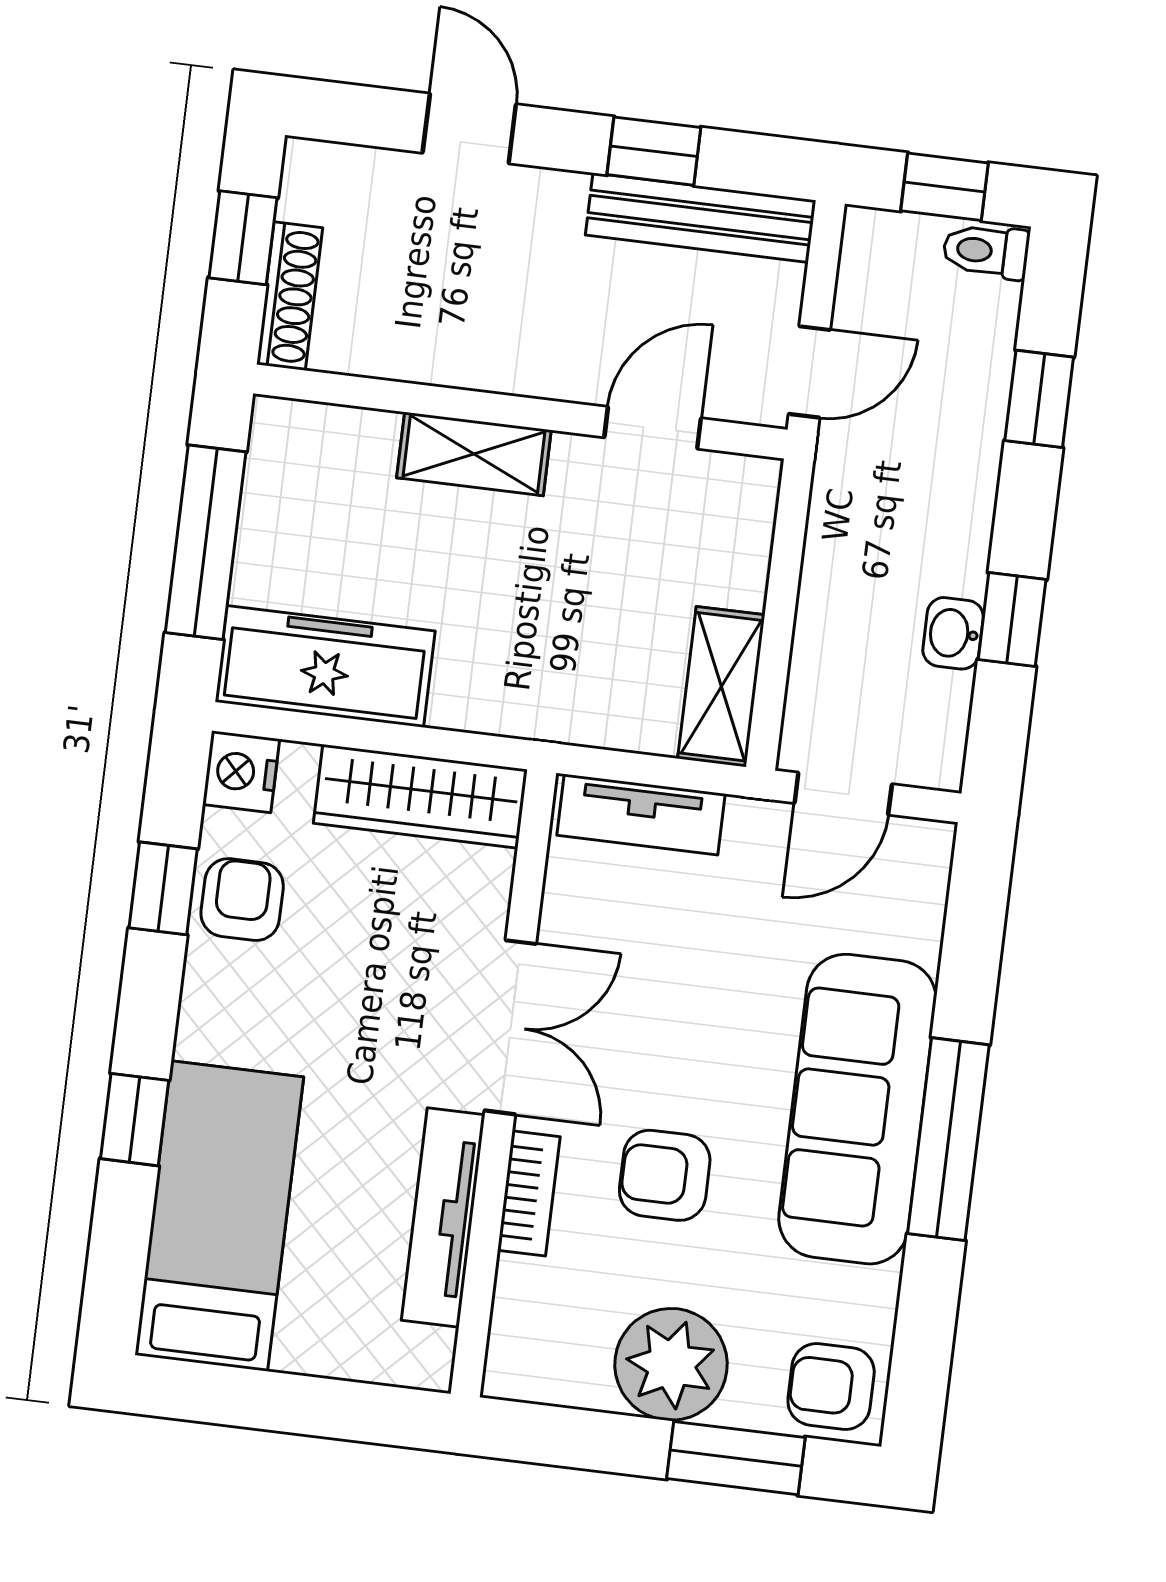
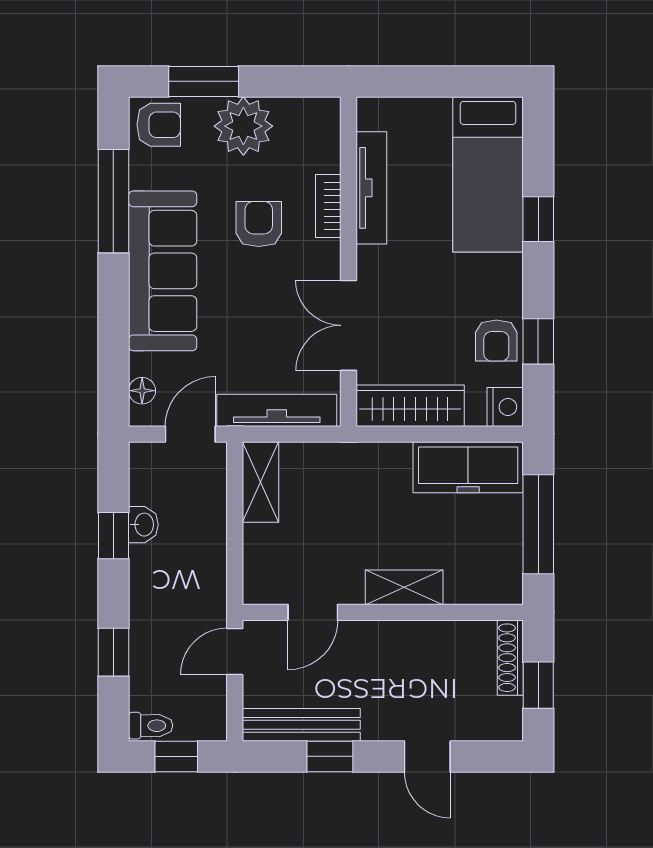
tv unit: (641, 815) -> (277, 410), width x1.41
floor lamp: (924, 887) -> (142, 391), added
double door: (510, 1027) -> (349, 325), moved
window: (948, 1139) -> (113, 201), moved
armchair: (665, 1175) -> (259, 224), turned -90

